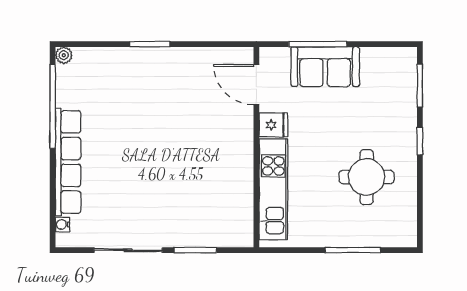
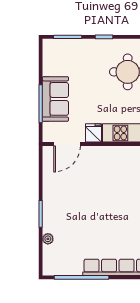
plant: (64, 55) -> (48, 239), moved

